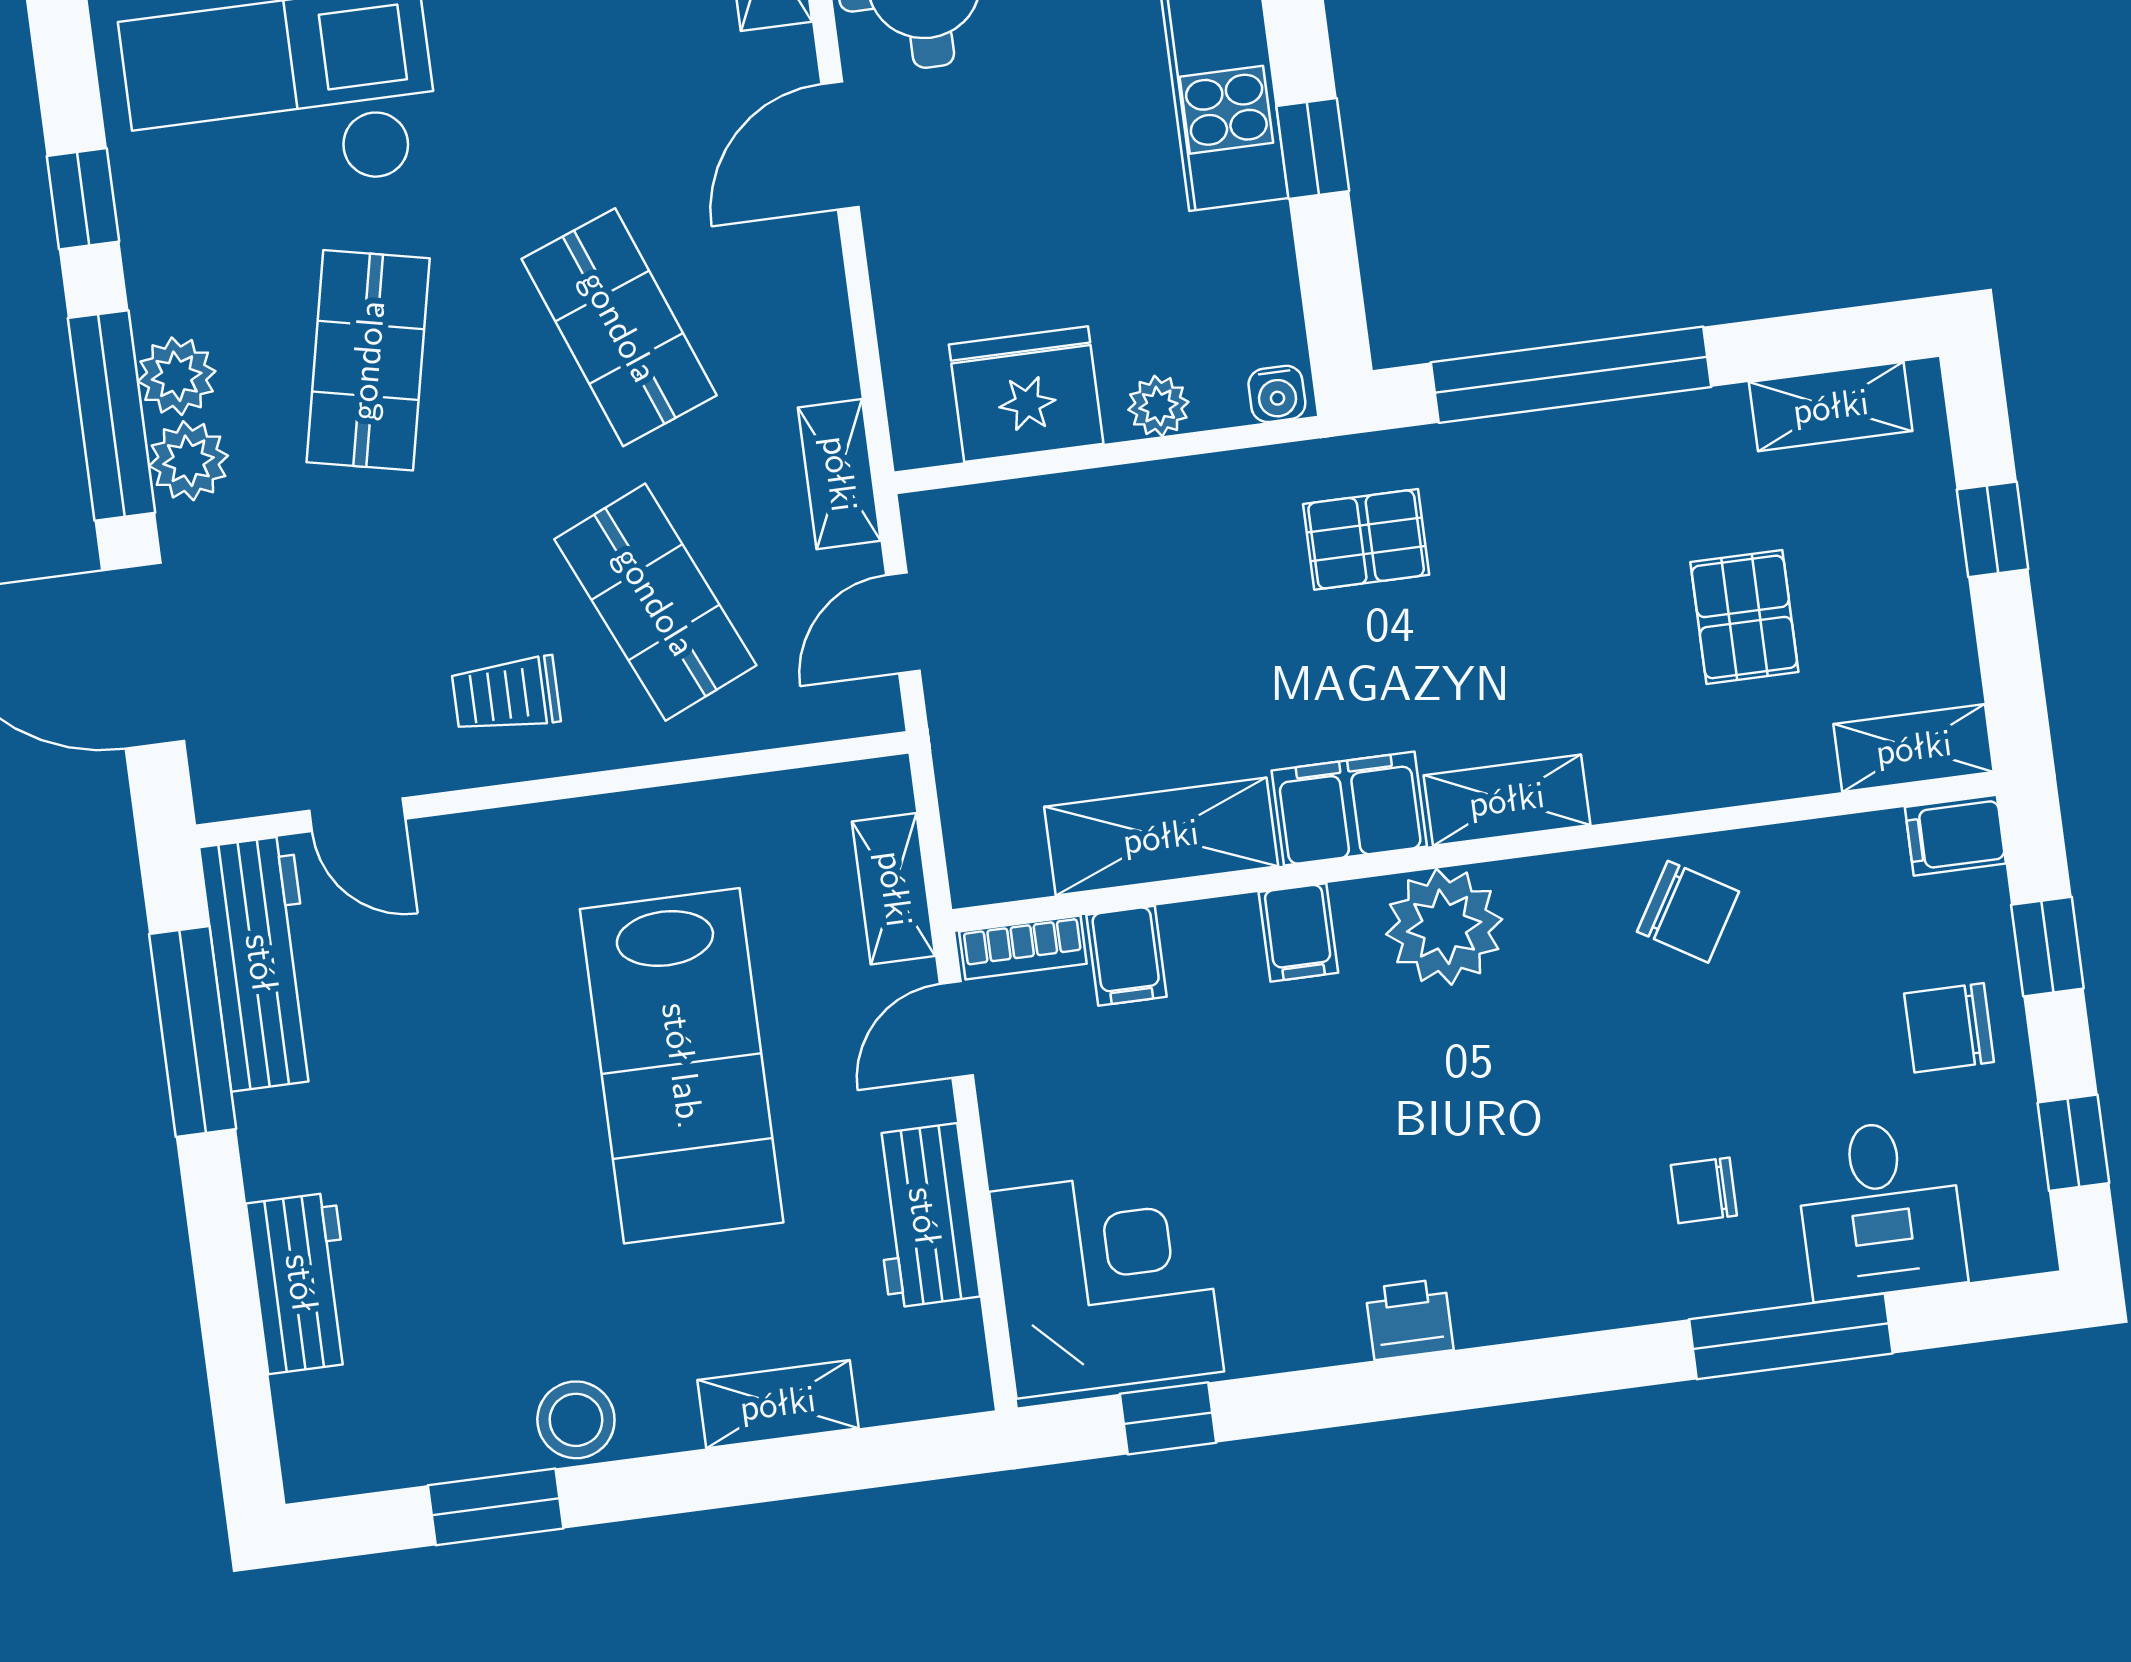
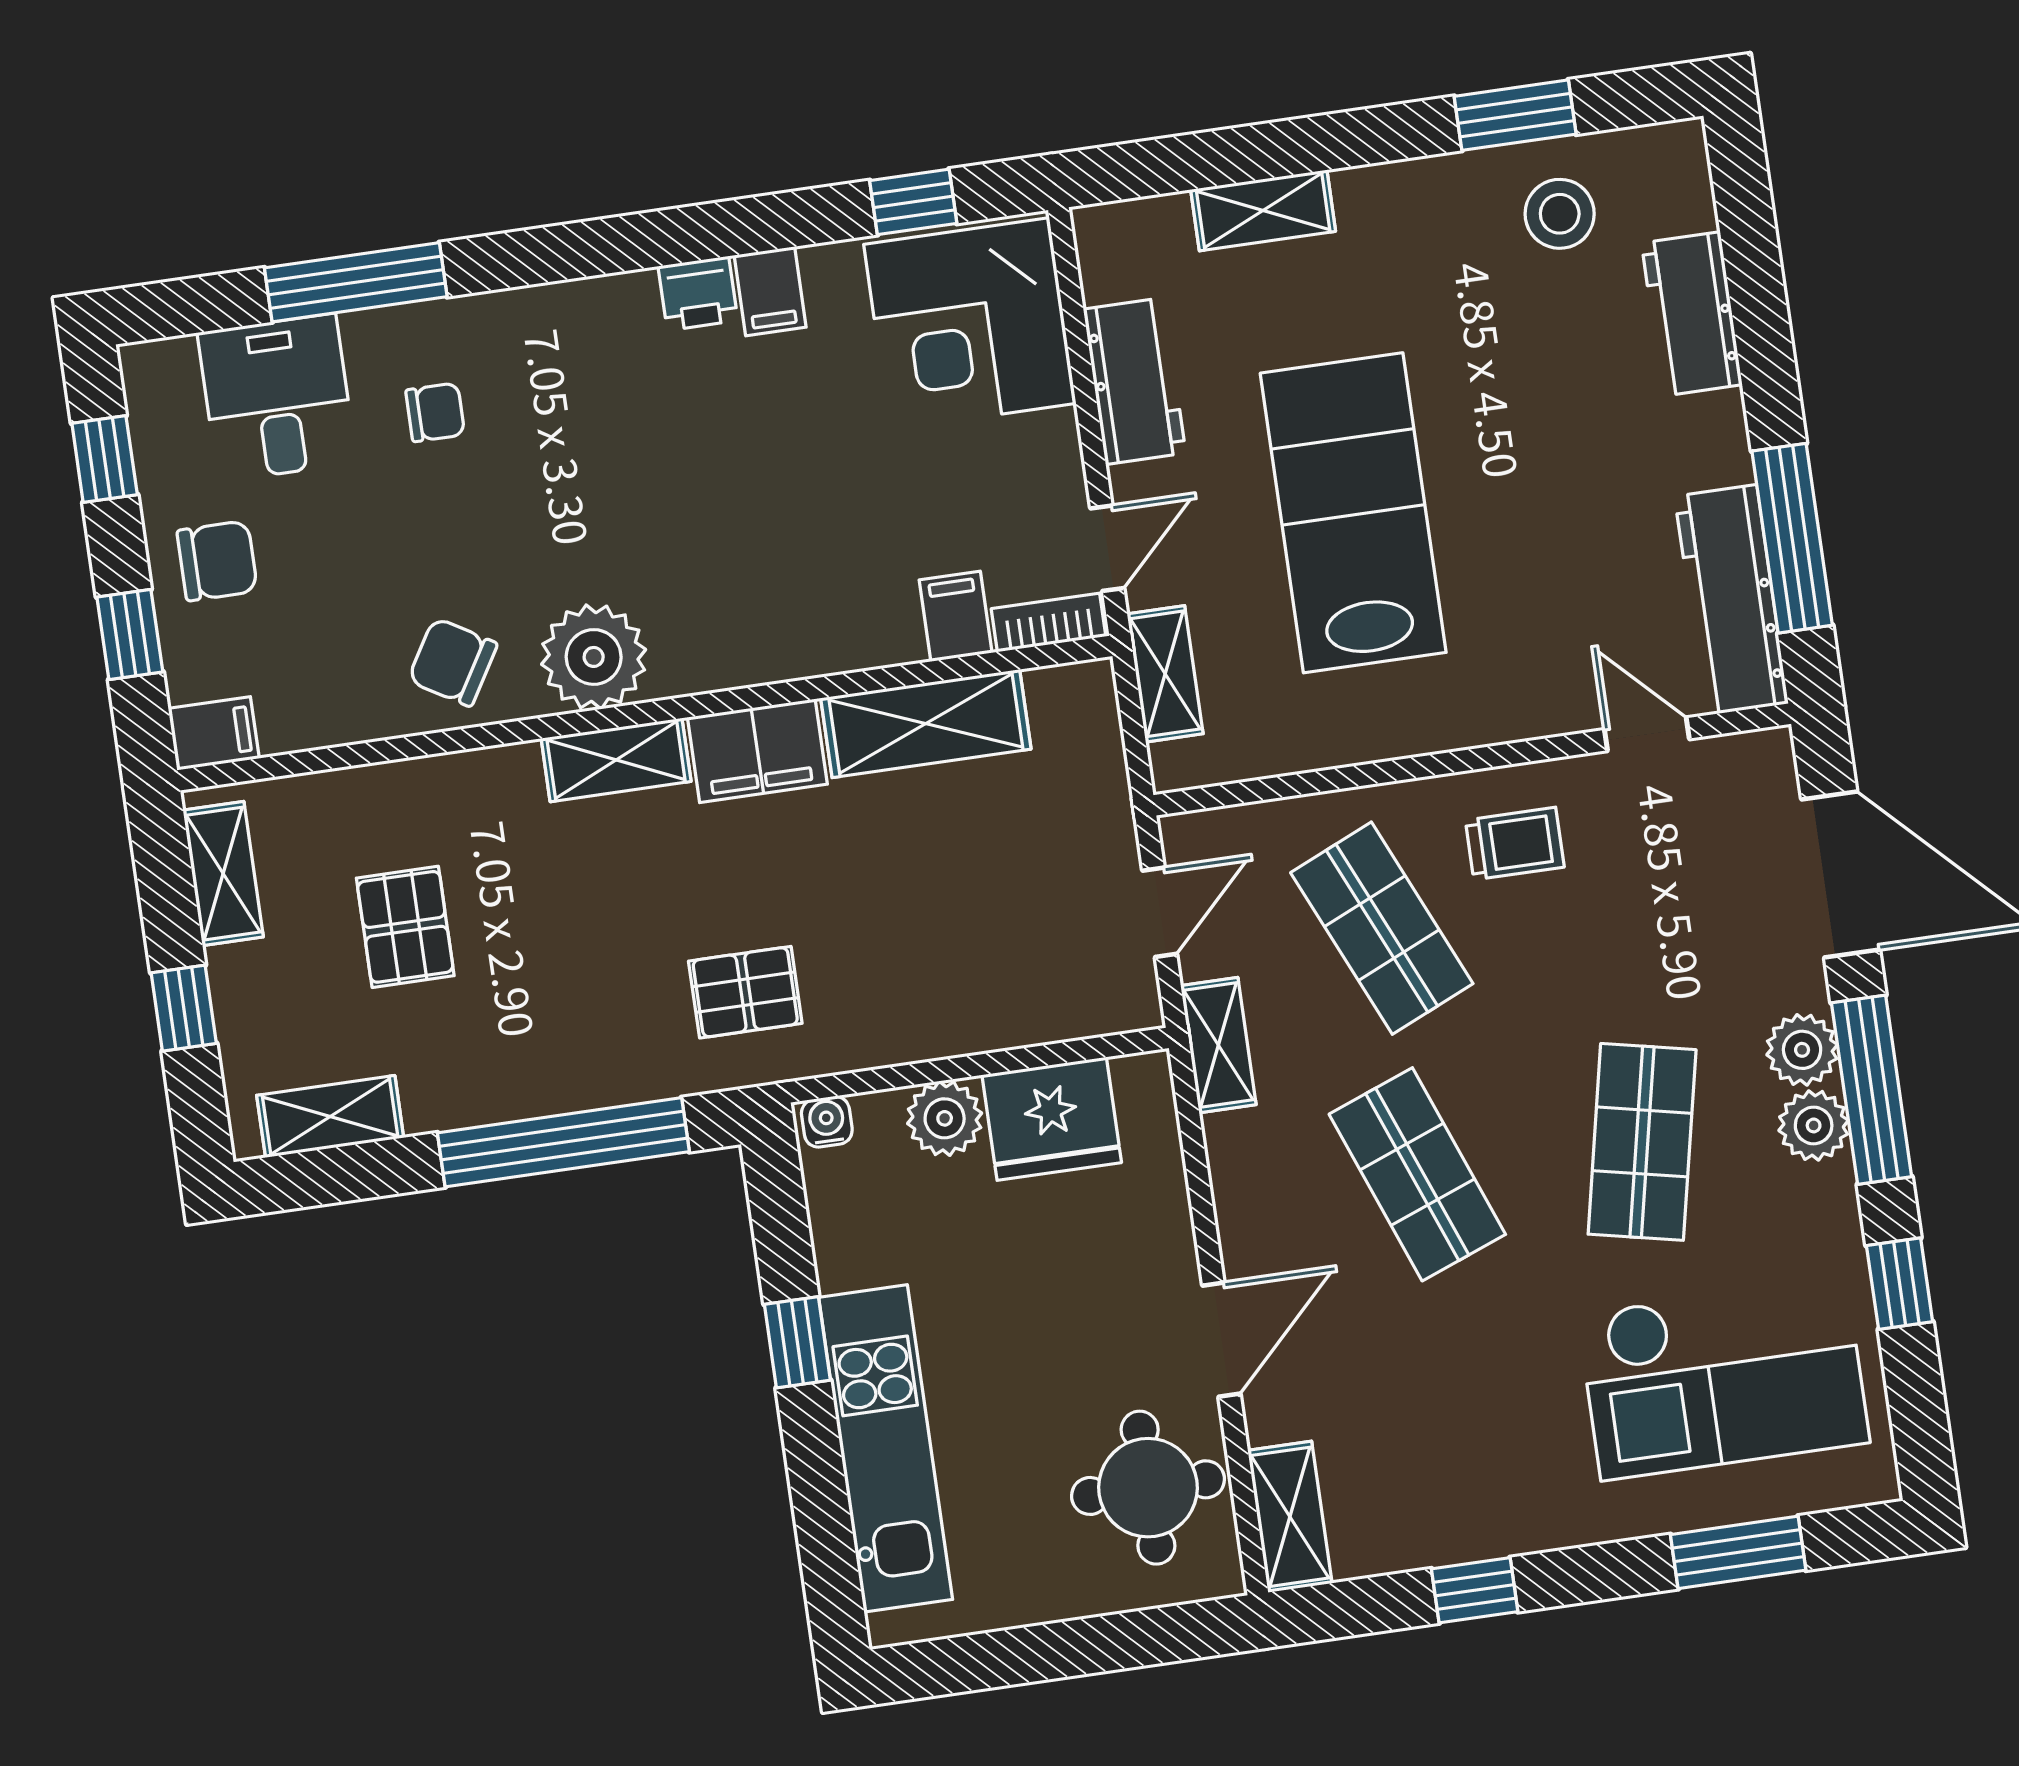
plant: (1158, 406) -> (945, 1118), width x1.38, depth x1.38
shelving: (1914, 748) -> (223, 874), moved, turned 90
plant: (1444, 927) -> (594, 657), moved
filing cabinet: (1298, 932) -> (770, 291), moved, turned 180
stool: (576, 1420) -> (1560, 214), moved

